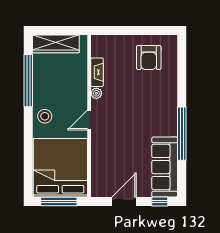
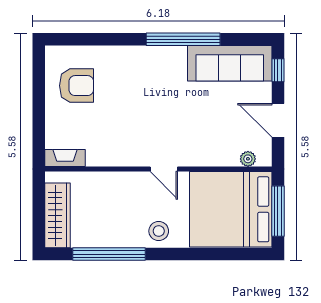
fireplace: (97, 72) -> (65, 158), moved
plant: (96, 93) -> (248, 159), moved

